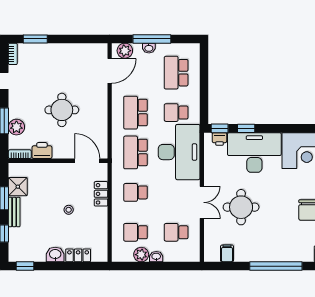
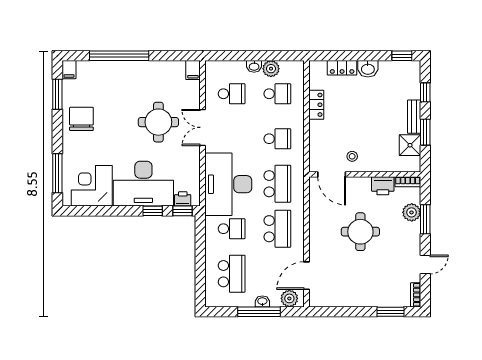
locker: (101, 194) -> (316, 105), moved
stool: (69, 210) -> (352, 156), moved
filing cabinet: (227, 253) -> (193, 70), moved

